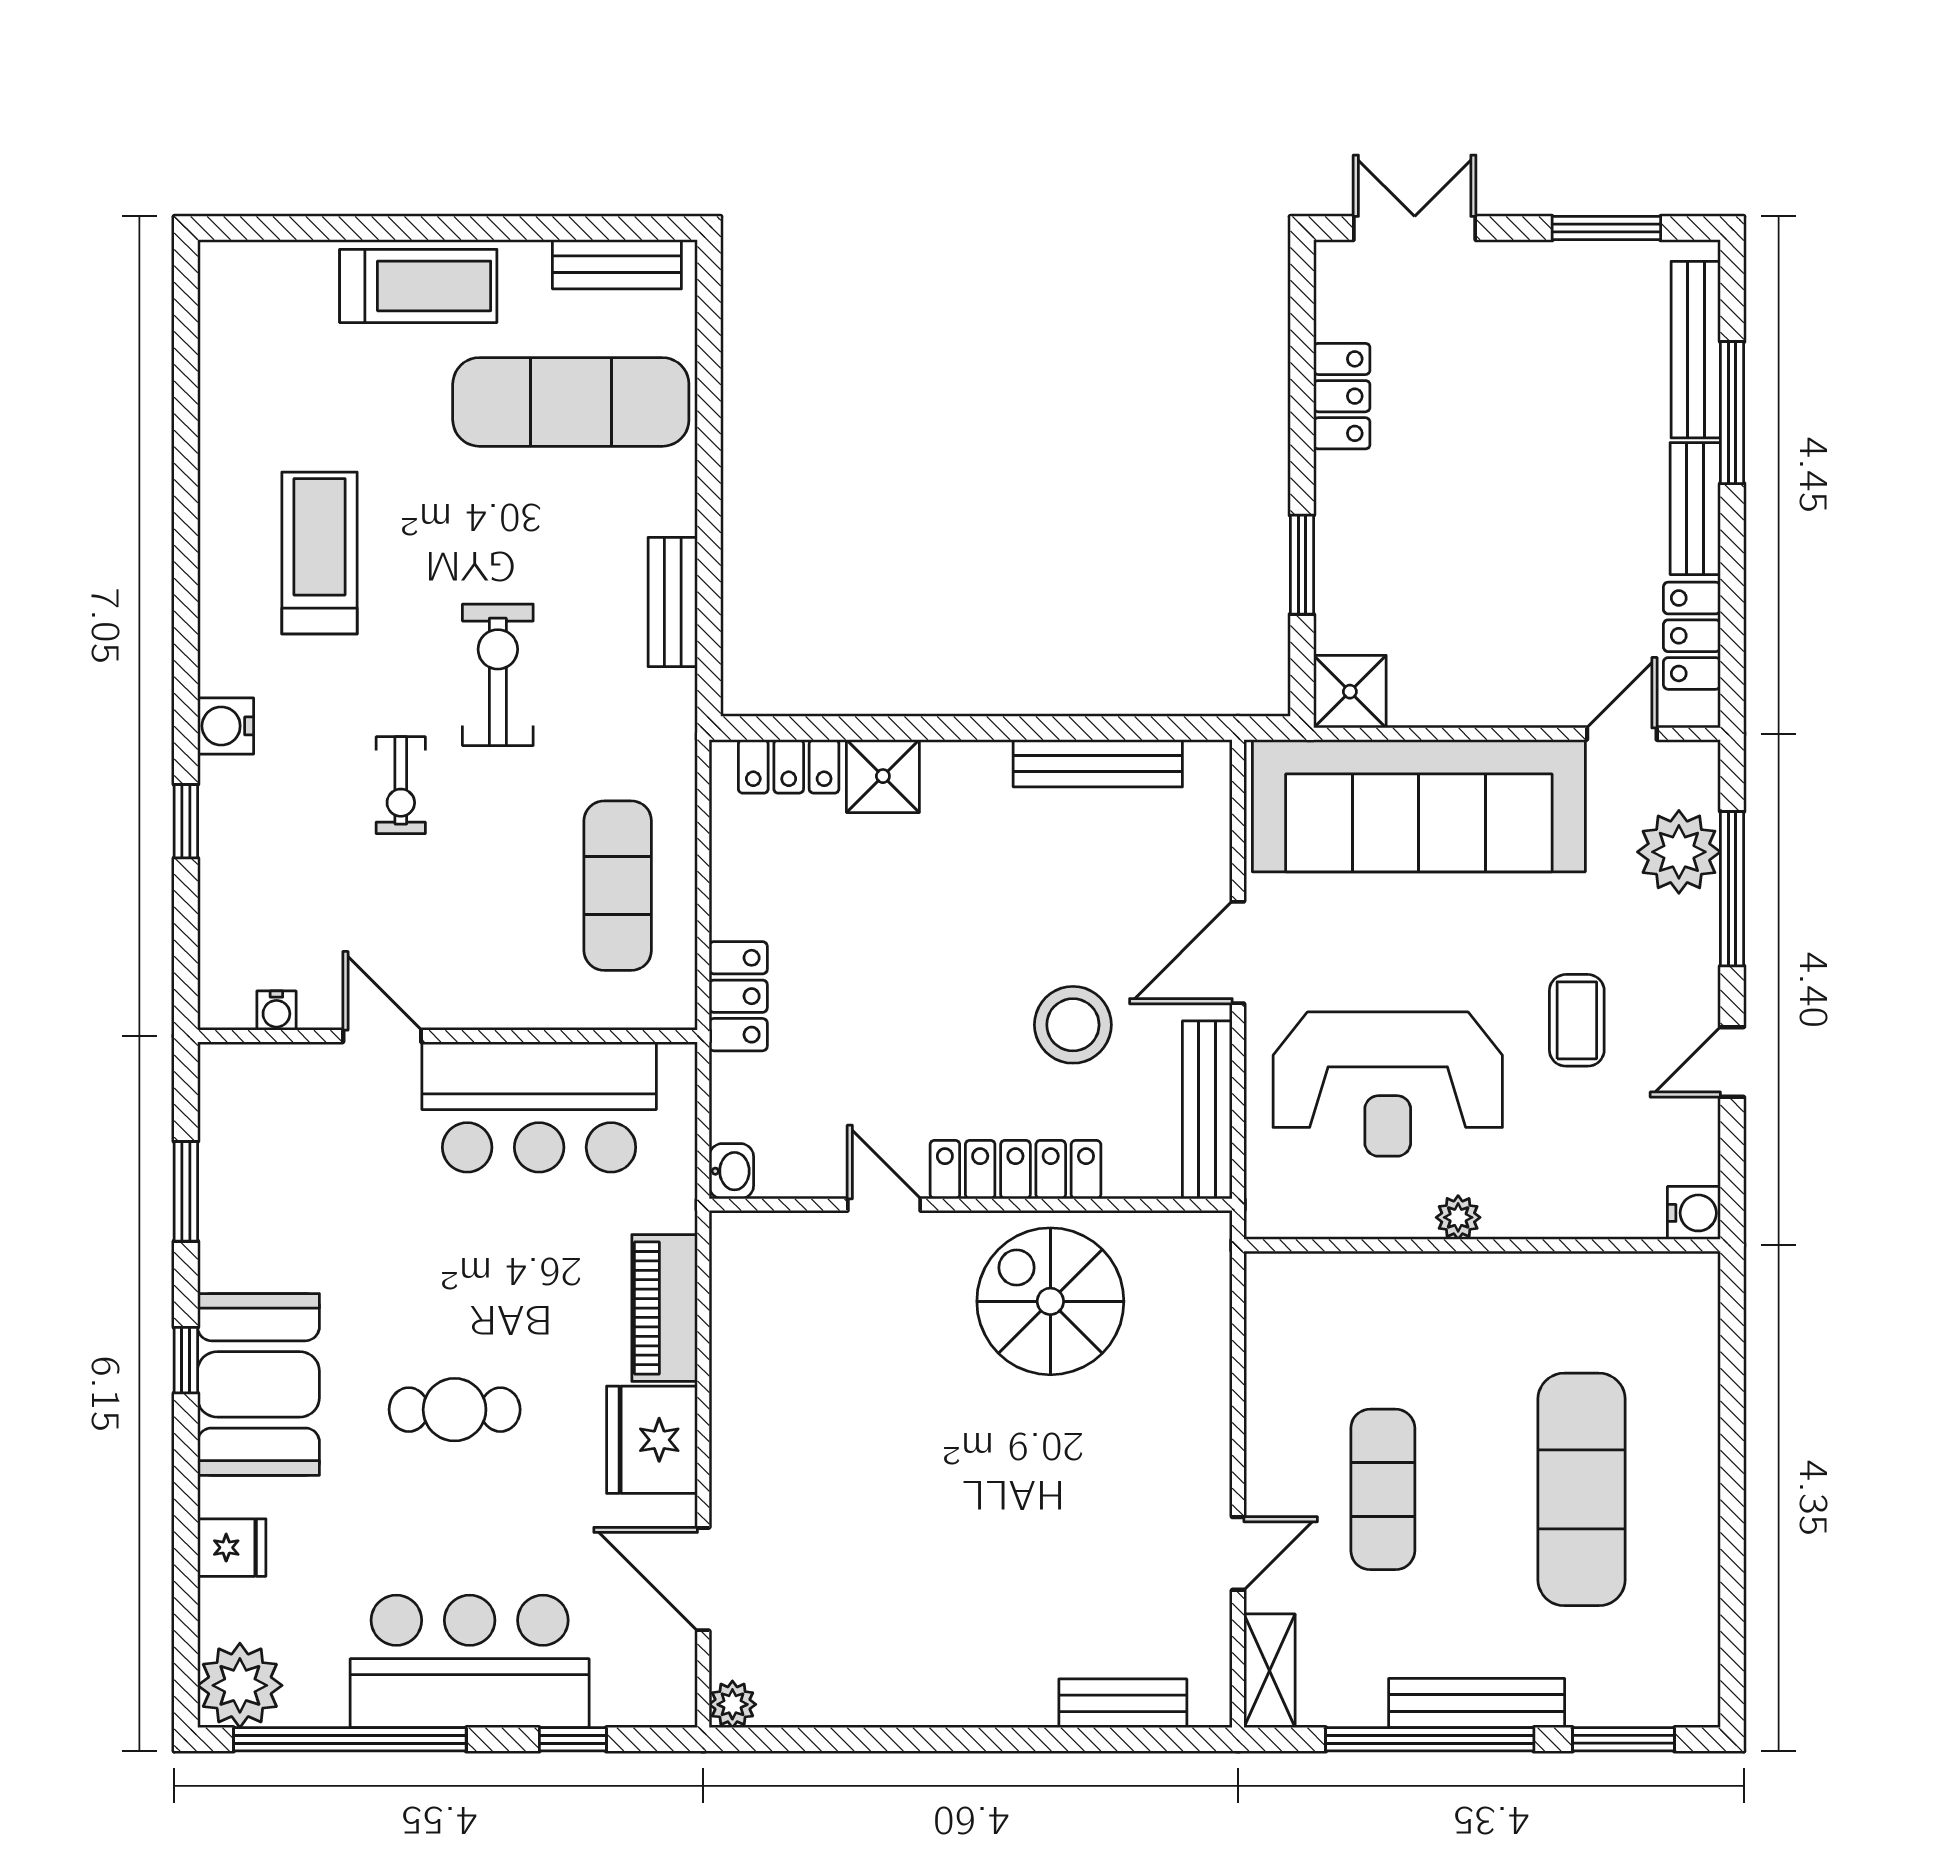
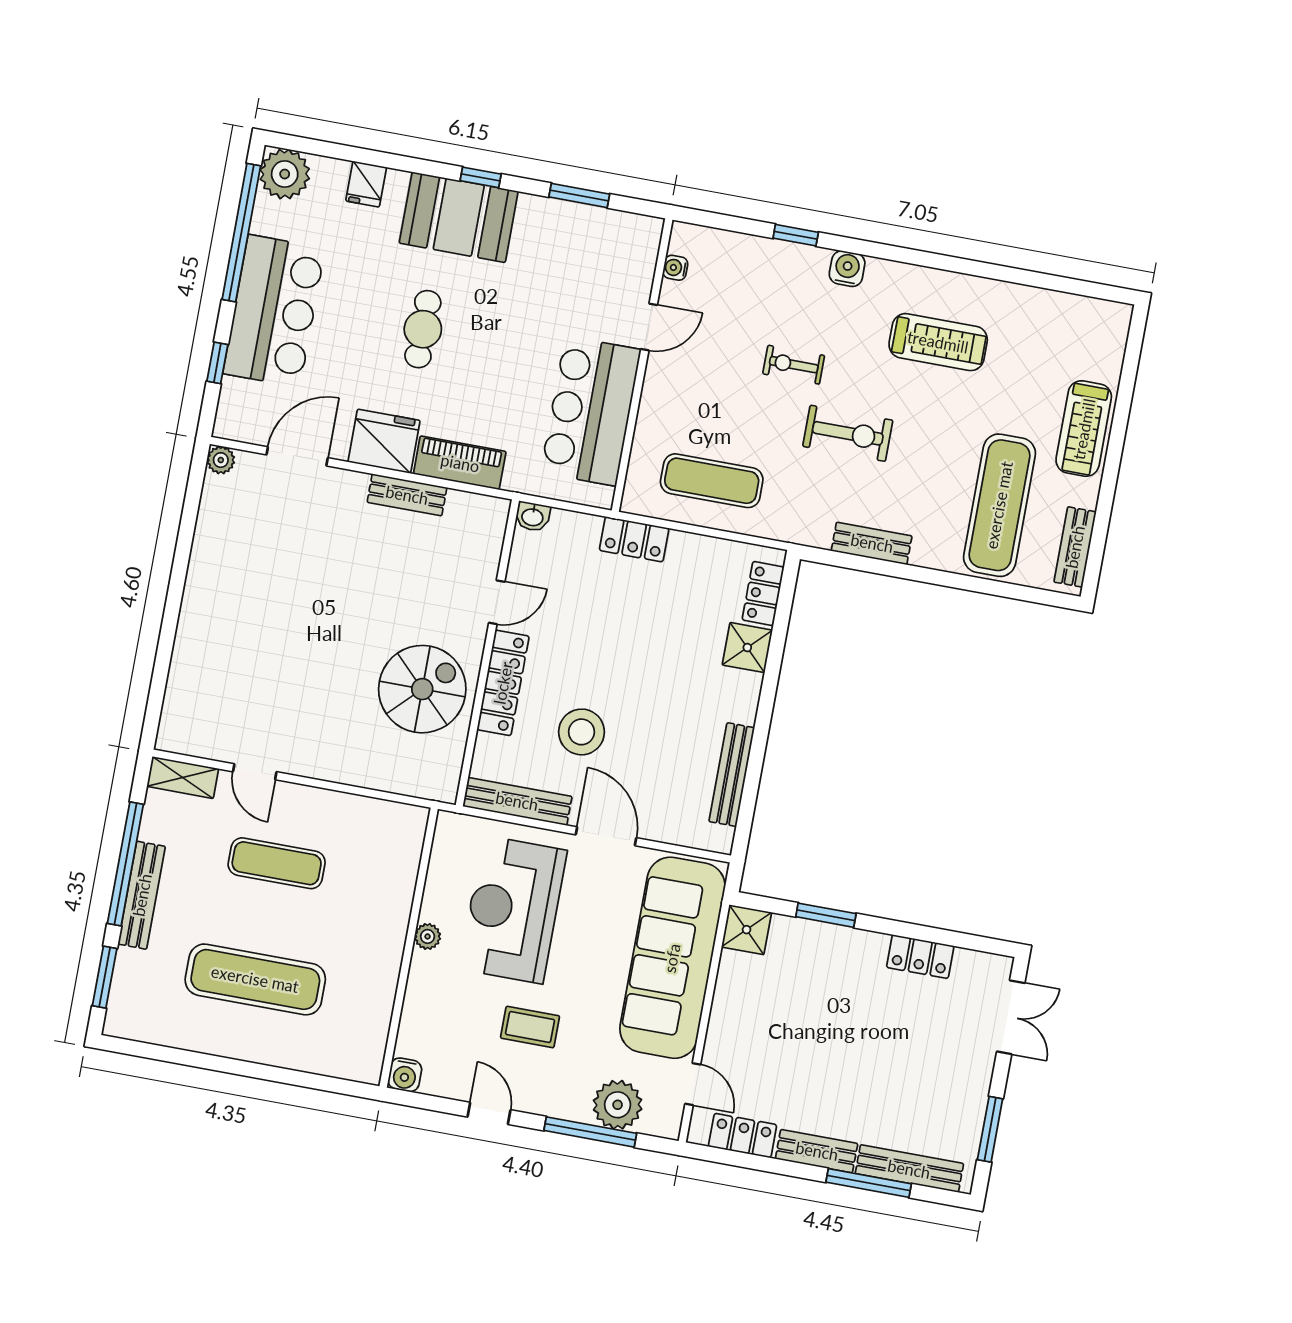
bench: (1123, 1703) -> (407, 495), moved, turned 90

